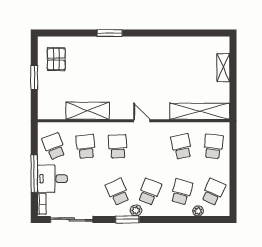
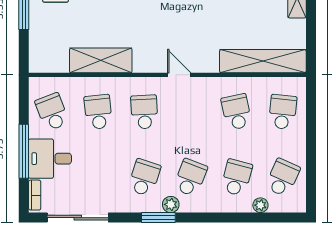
school desk: (118, 192) -> (144, 178), turned 42

